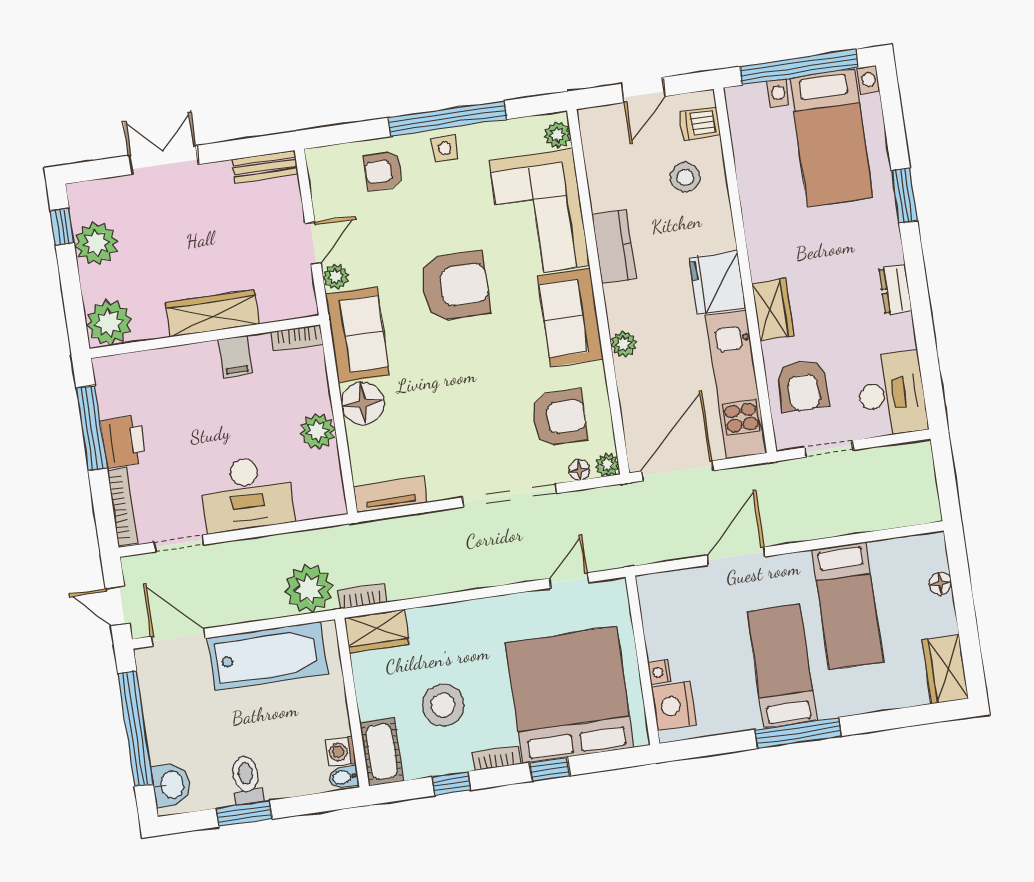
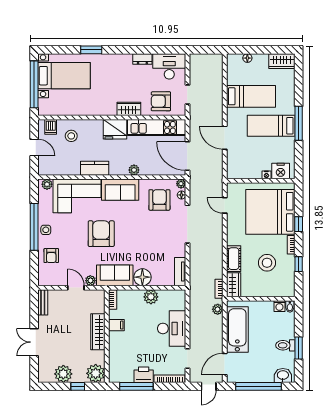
window: (62, 227) -> (78, 386), moved
dresser: (895, 290) -> (142, 59), moved
armchair: (803, 386) -> (161, 101), turned 180
plant: (309, 589) -> (218, 309), width x0.53, depth x0.53
cot: (382, 752) -> (234, 259), moved, turned 90

